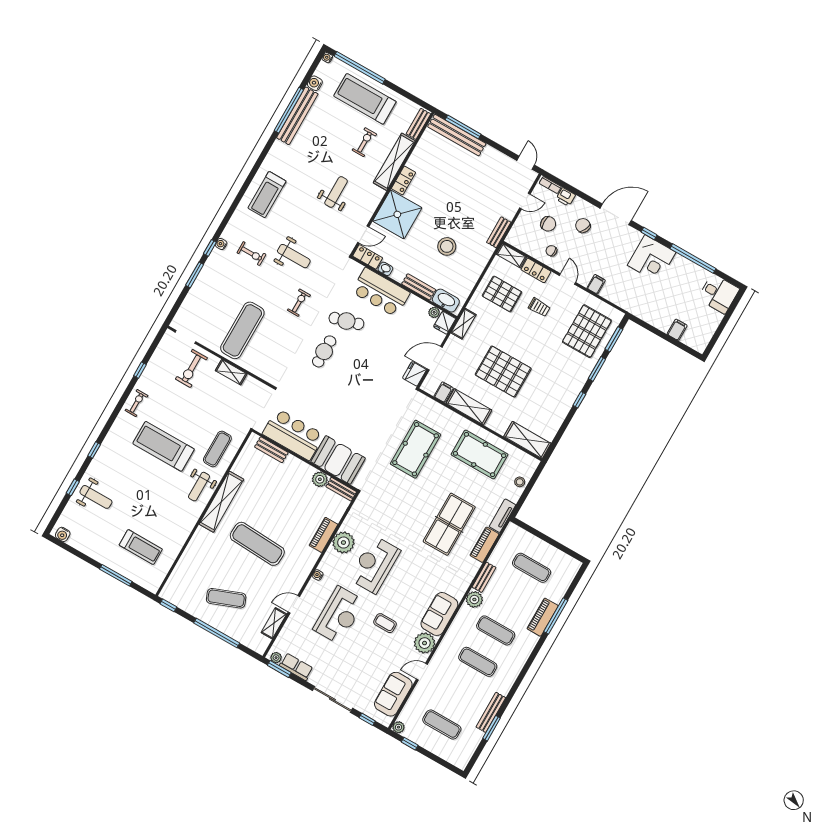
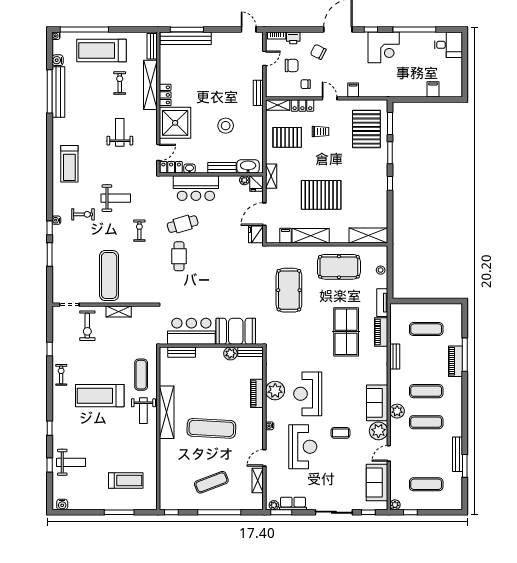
plant: (474, 600) -> (397, 411), moved

